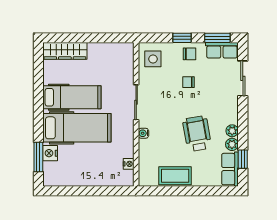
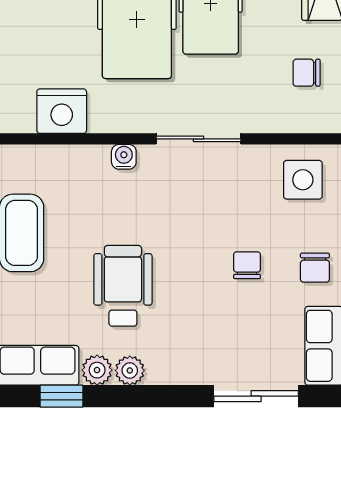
chair: (109, 57) -> (307, 73), added
wheelchair: (197, 134) -> (123, 286), turned -80
nightstand: (129, 164) -> (62, 111), width x1.89, depth x1.79

